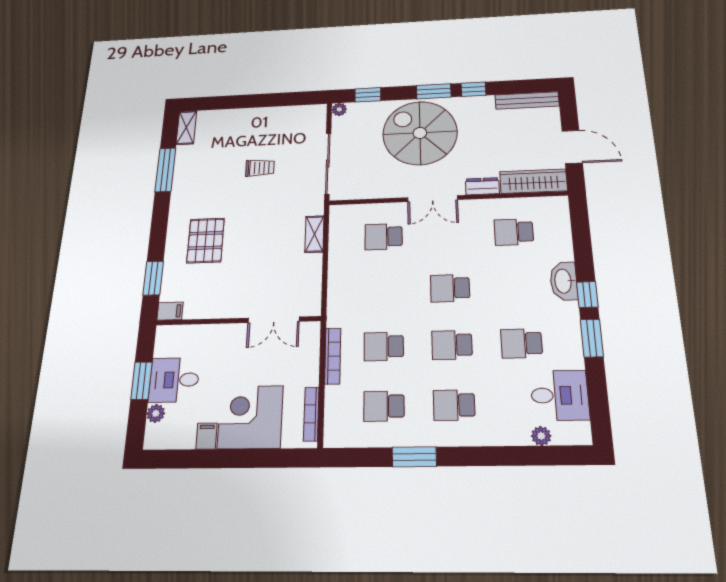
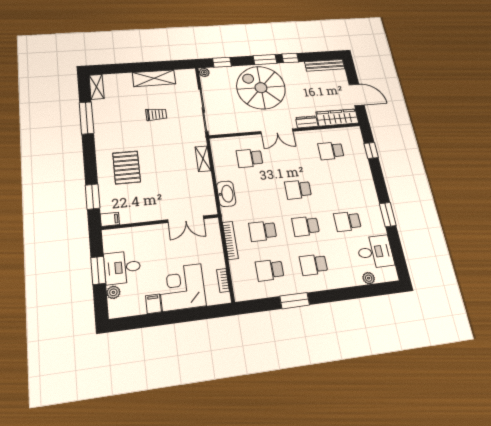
shelving: (266, 117) -> (154, 78), added
washbasin: (564, 281) -> (226, 194), moved, turned 180
window: (587, 294) -> (371, 150), moved
bookcase: (311, 414) -> (223, 280), width x0.64

